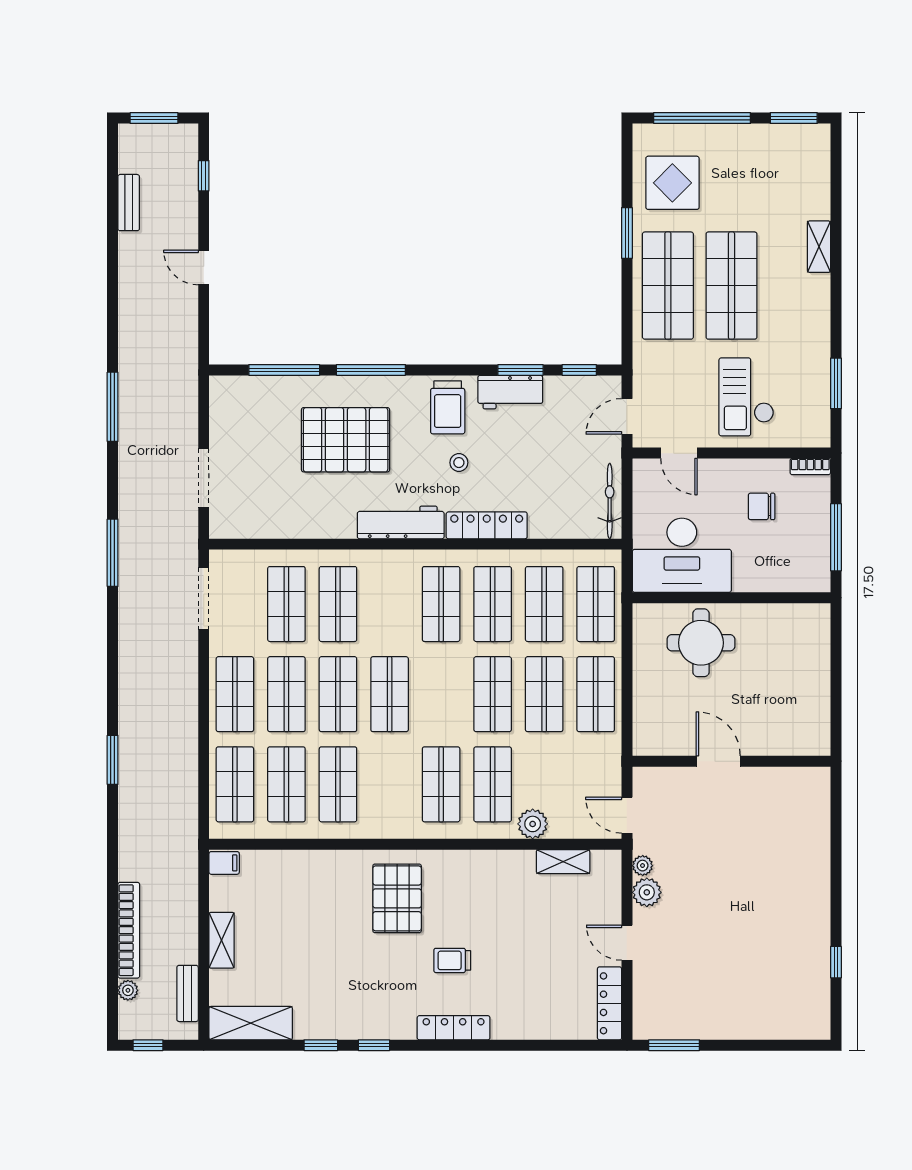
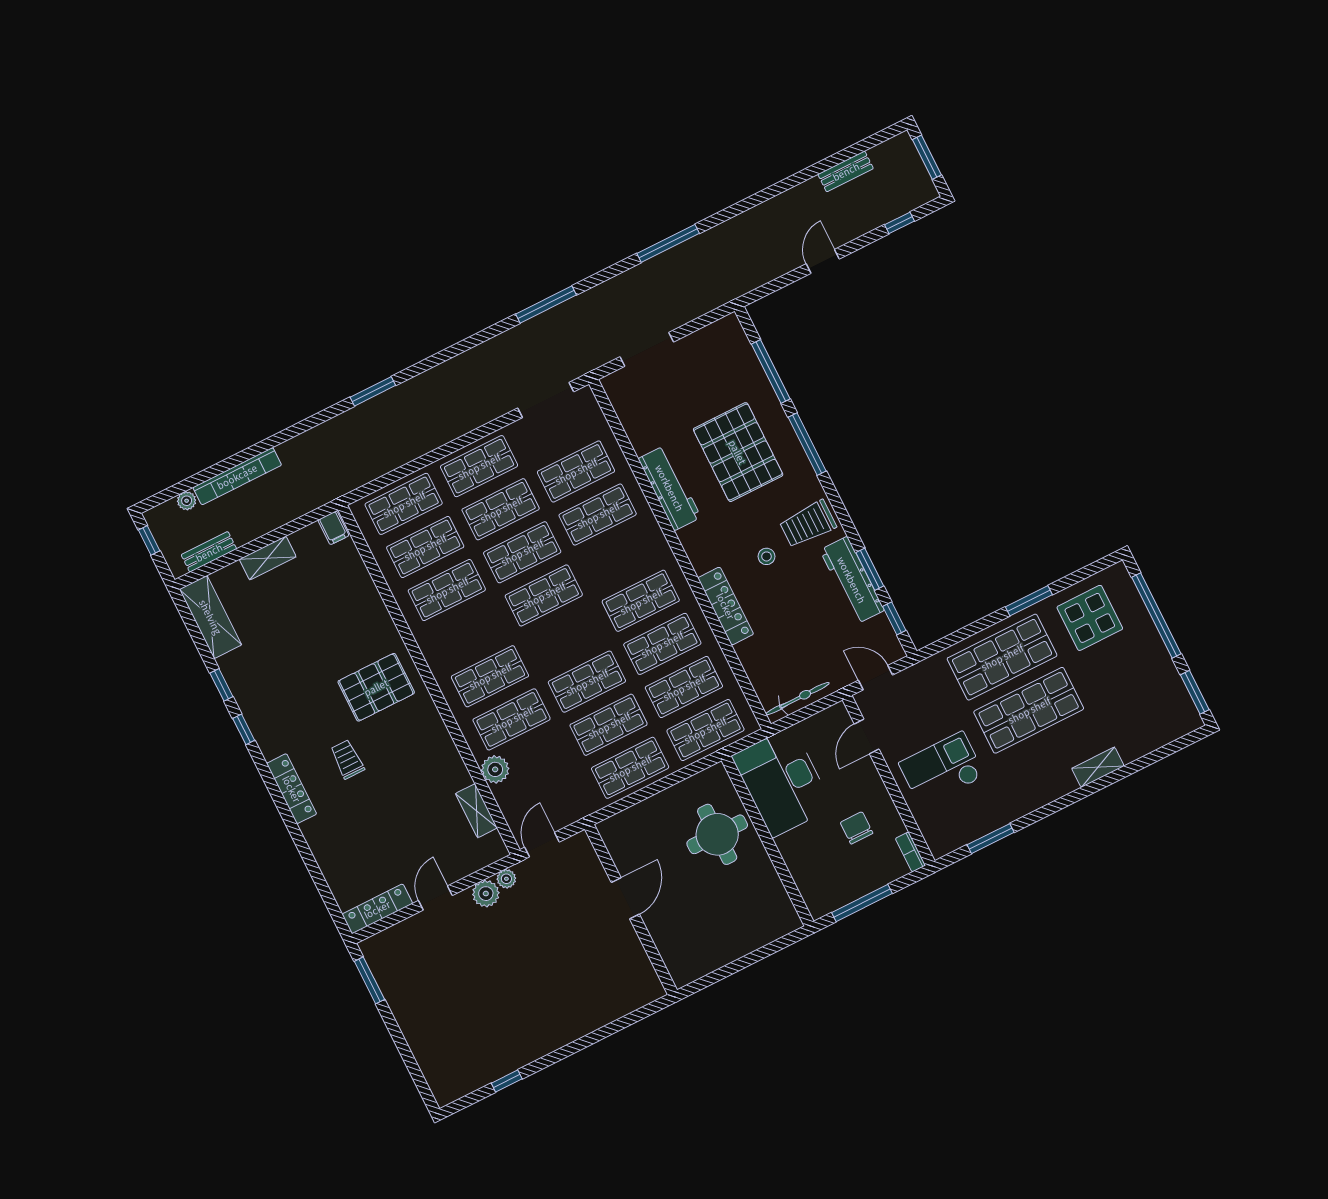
workbench: (510, 392) -> (852, 580), width x1.38
workbench: (401, 522) -> (670, 488), moved

